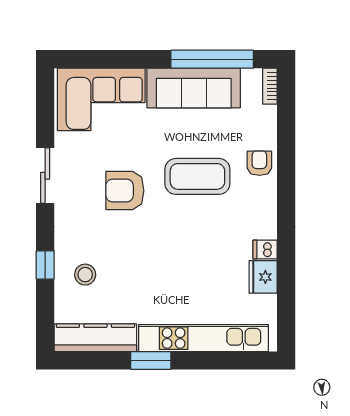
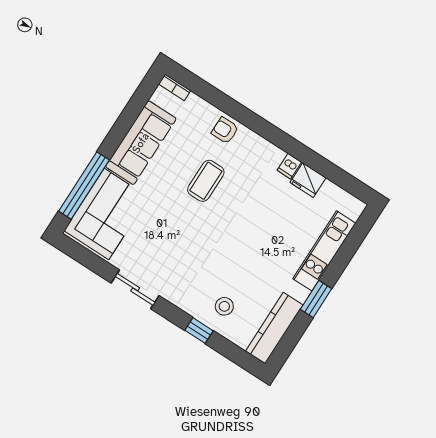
window: (212, 59) -> (84, 186), moved
coffee table: (197, 176) -> (206, 181), width x0.73, depth x0.76
armchair: (125, 191) -> (183, 239), removed
kitchen unit: (203, 338) -> (324, 251), width x0.73

